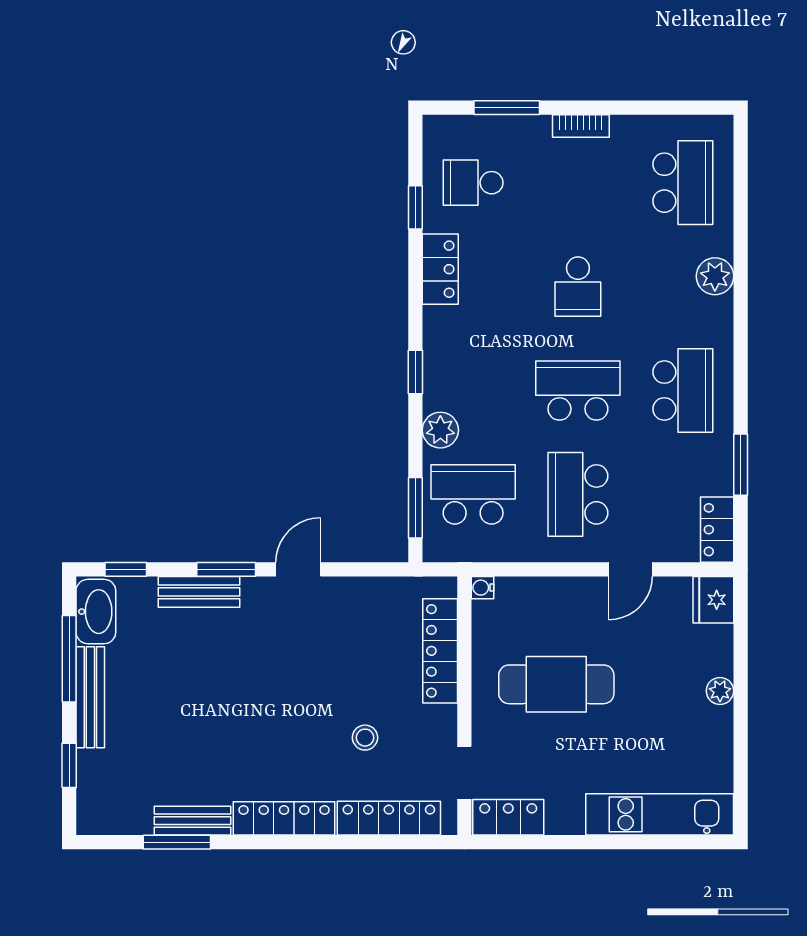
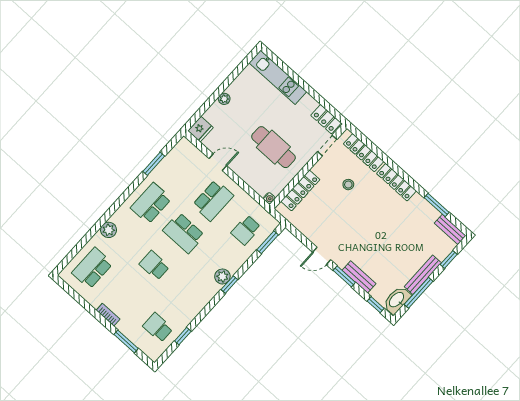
school desk: (473, 183) -> (158, 327), turned 180
locker: (440, 269) -> (192, 310), removed
school desk: (578, 287) -> (154, 265), turned -90
plant: (440, 430) -> (222, 277), moved
school desk: (473, 494) -> (246, 230), width x0.54
locker: (717, 530) -> (180, 150), removed
bench: (193, 821) -> (450, 229), moved

